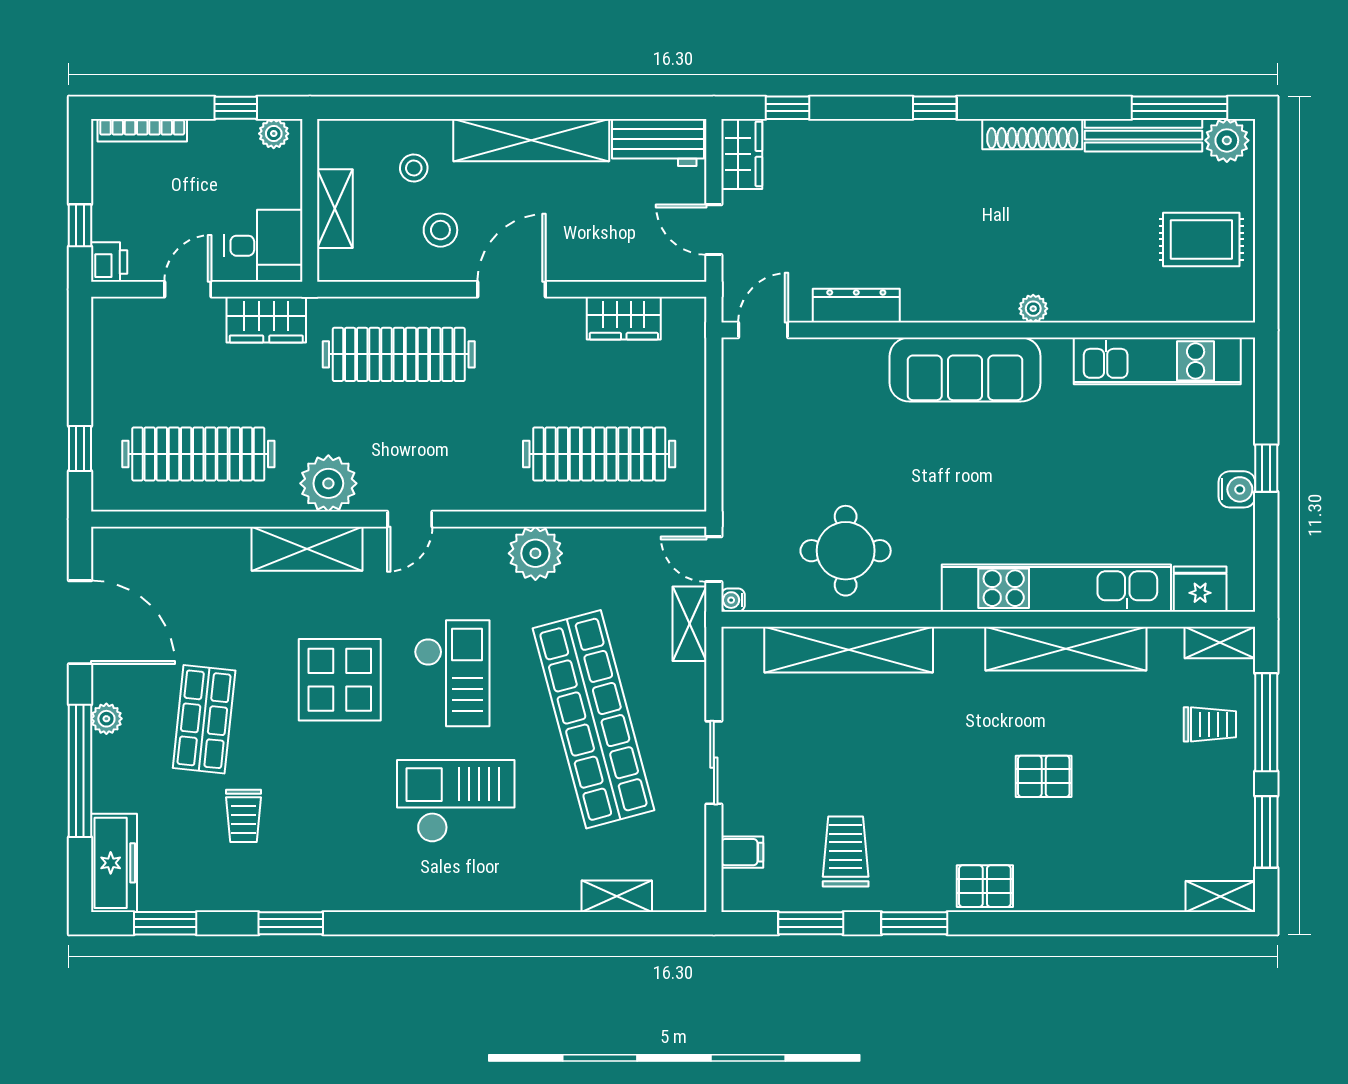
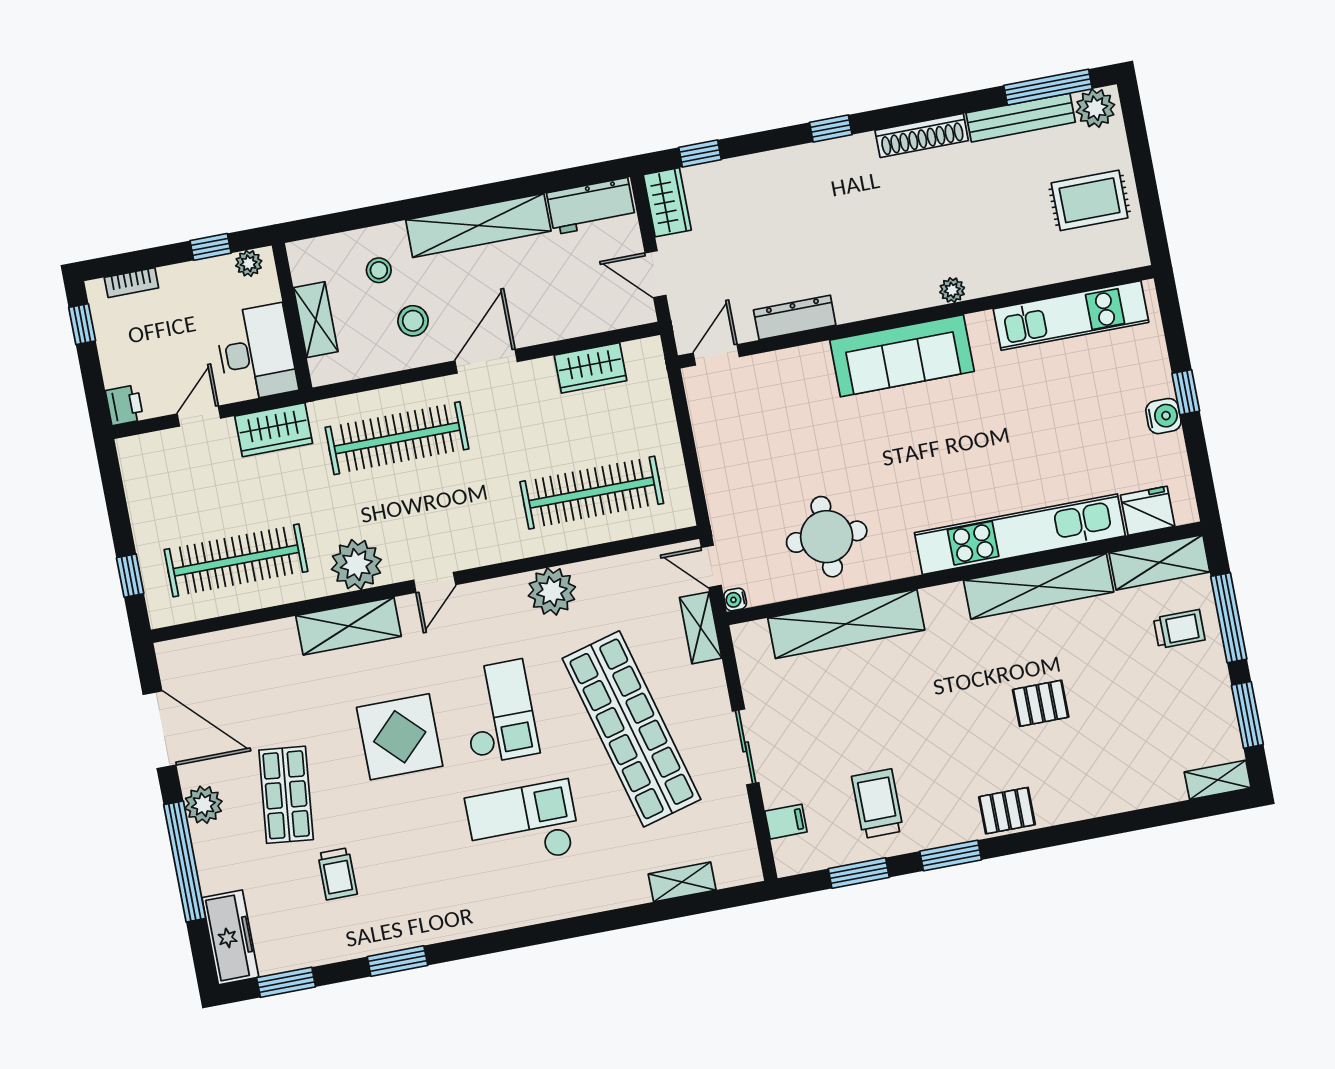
bookcase: (142, 130) -> (131, 283), width x0.64
window: (80, 225) -> (82, 324), moved
desk: (263, 246) -> (256, 353), width x1.37
shelving: (1220, 642) -> (1159, 562), width x1.50, depth x1.33
plant: (106, 719) -> (203, 805), width x1.38, depth x1.38

